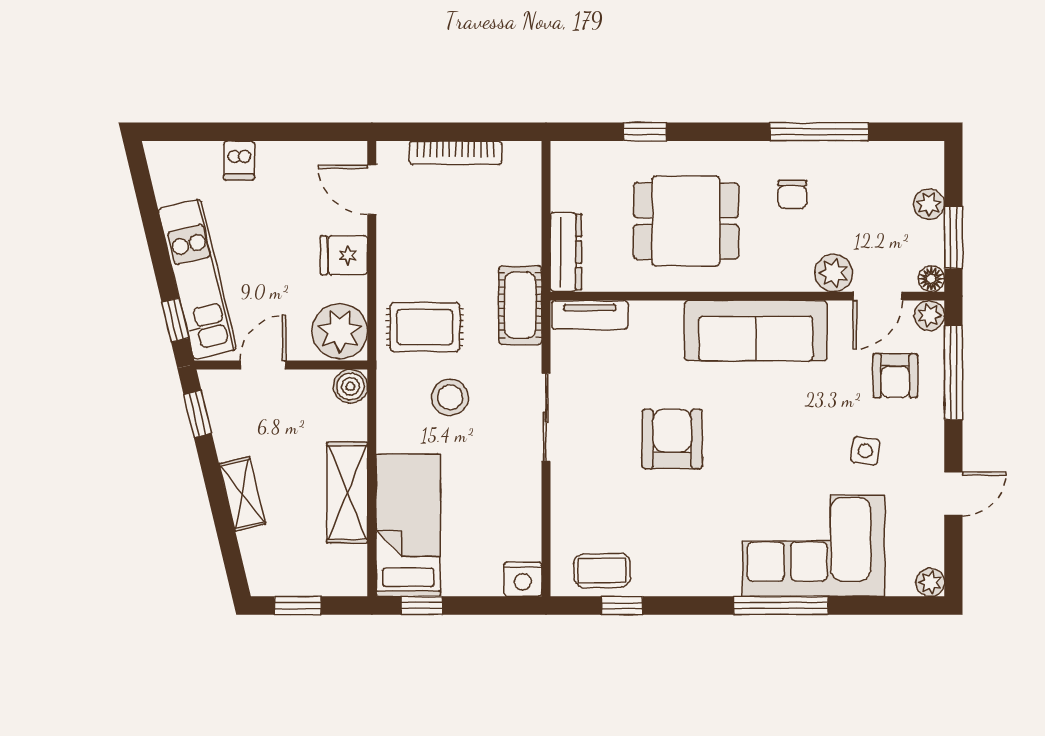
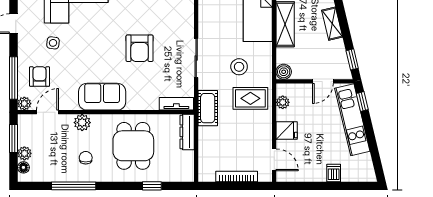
dining table: (686, 221) -> (133, 146), turned 90
plant: (834, 273) -> (82, 123), moved
floor lamp: (931, 279) -> (23, 167), moved
plant: (340, 331) -> (283, 102), width x0.53, depth x0.53
sofa: (756, 331) -> (102, 97), width x0.73

